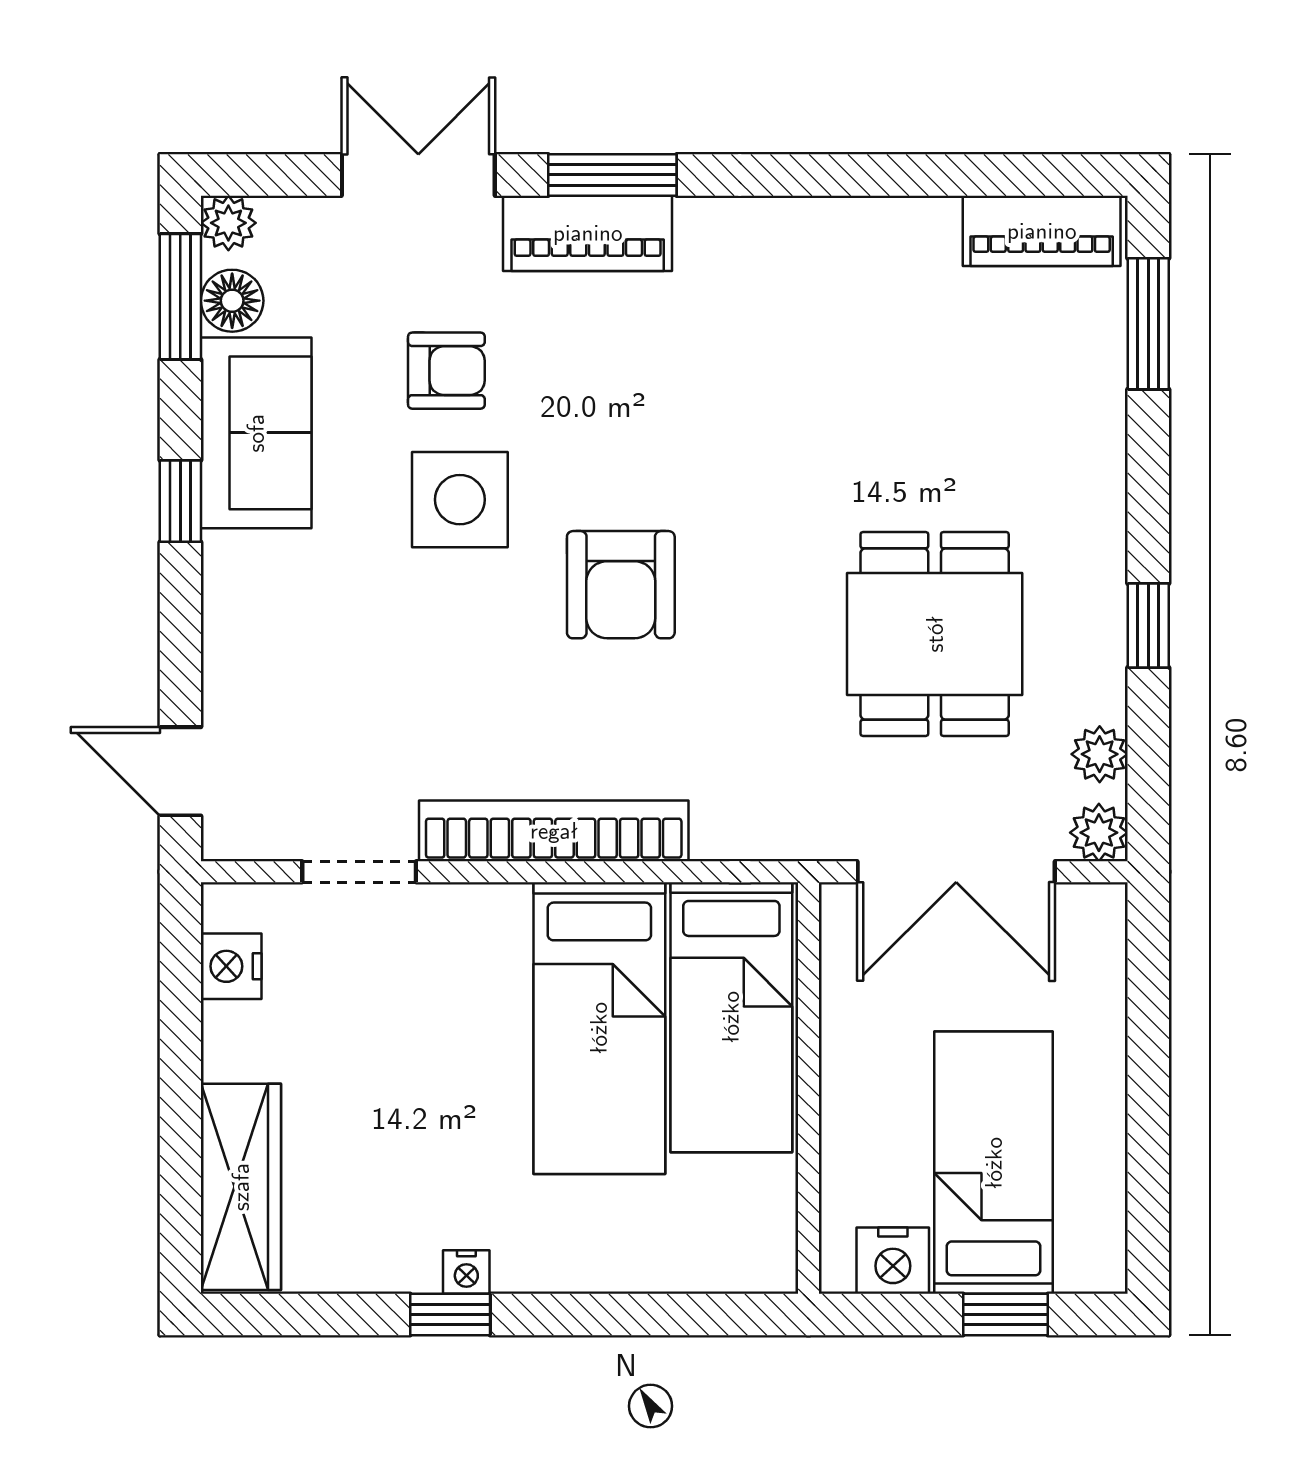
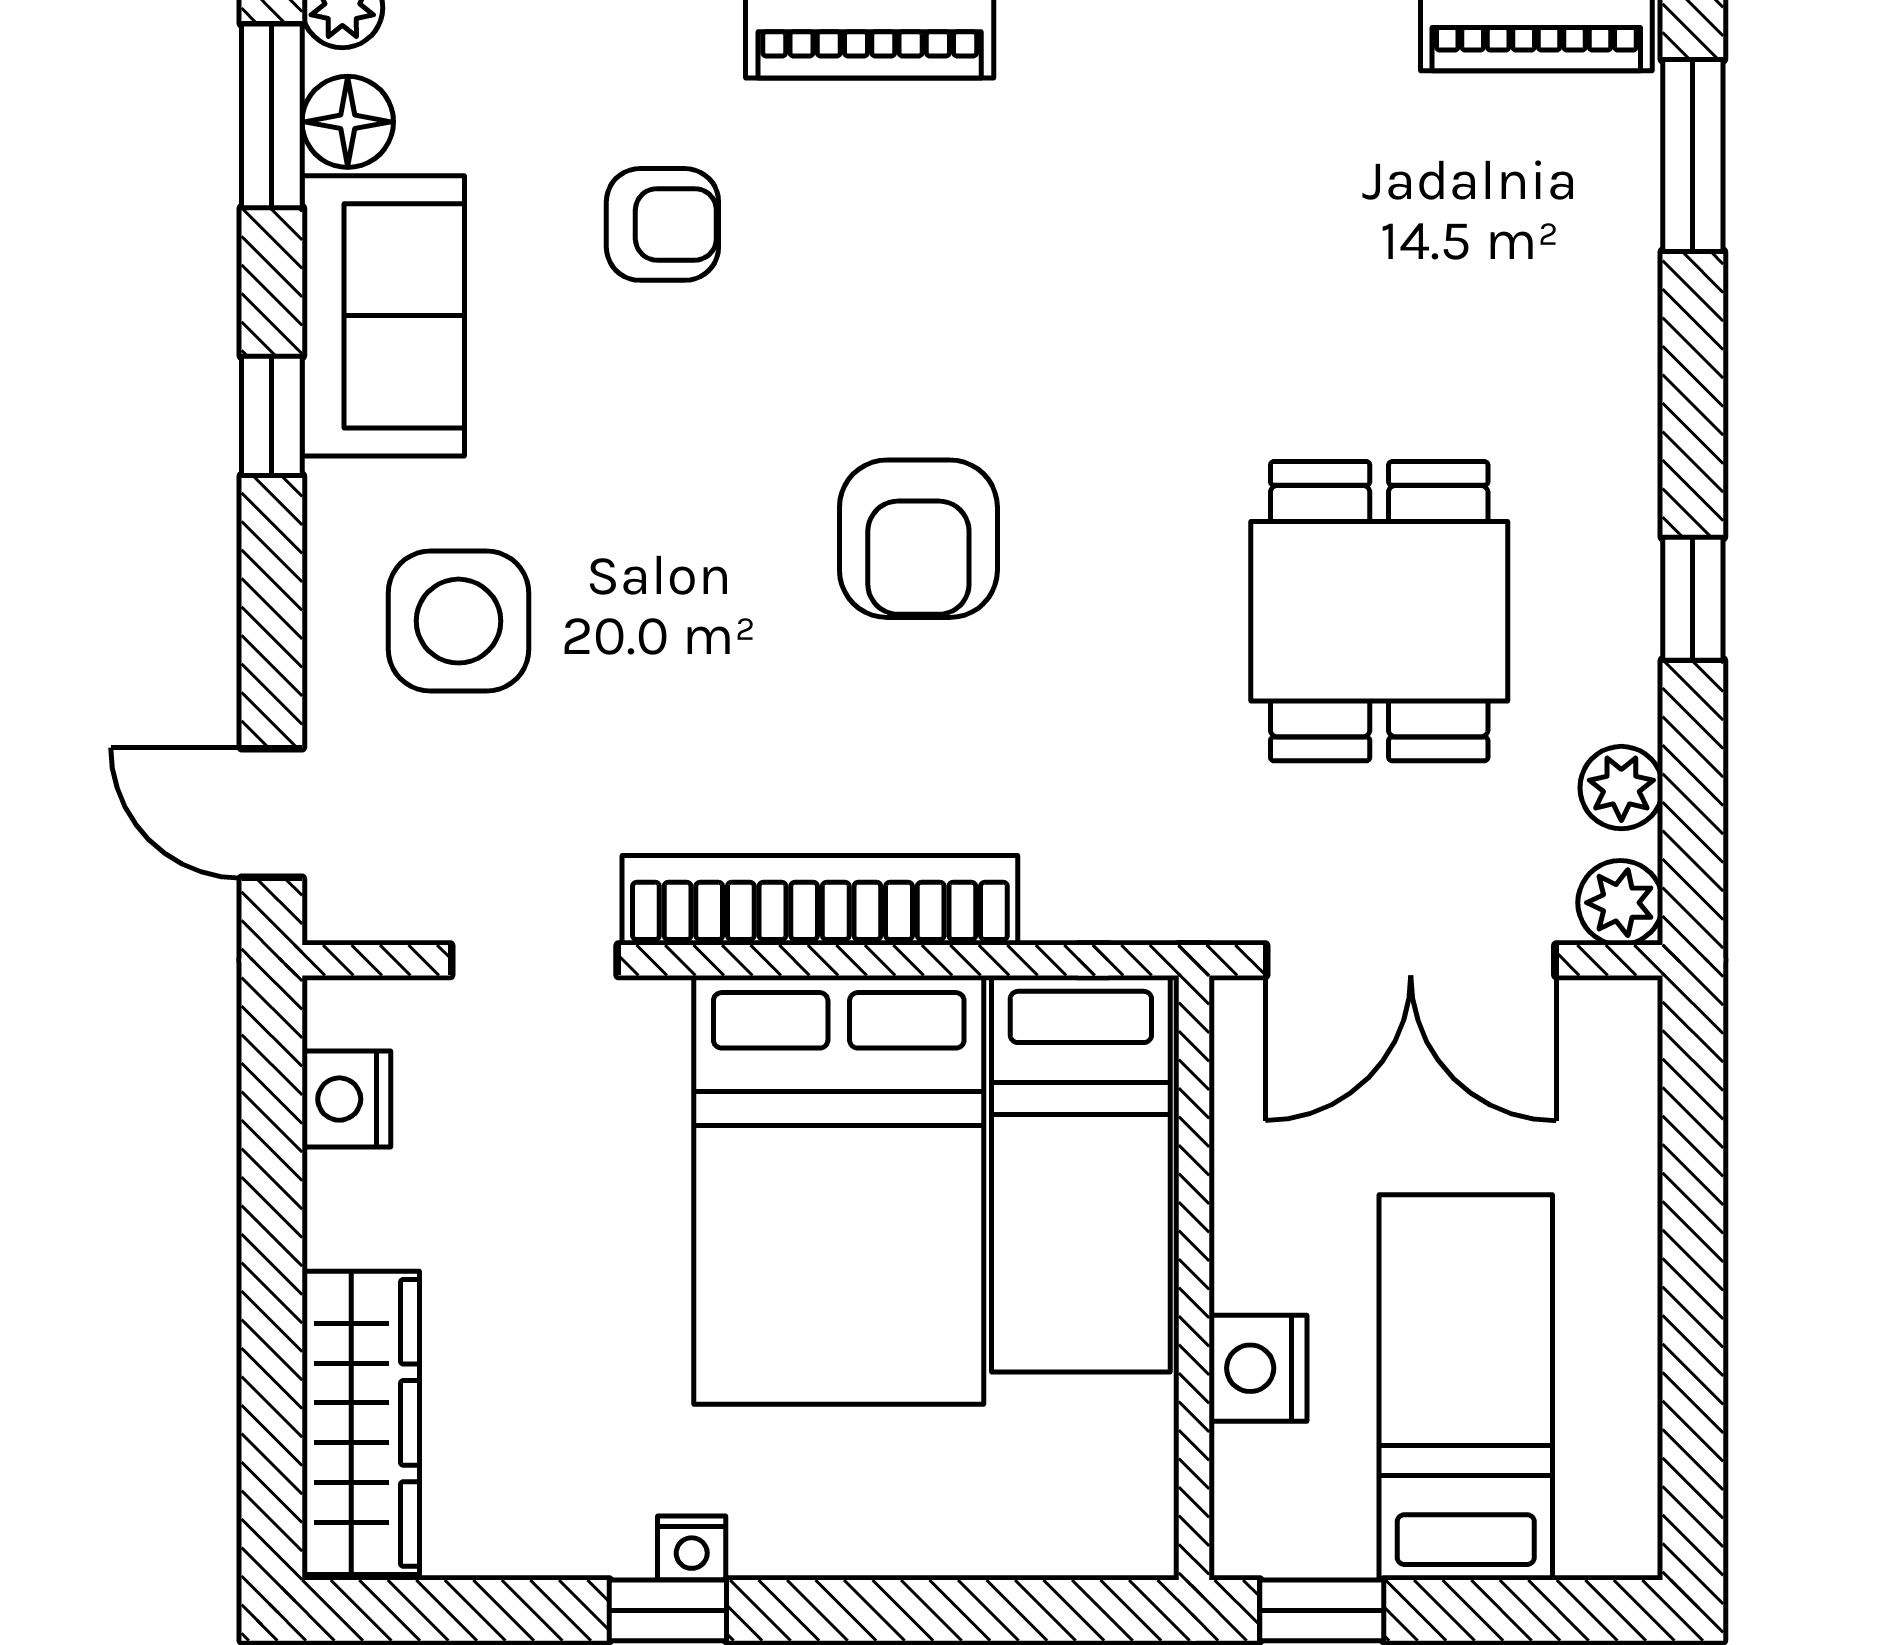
side table: (460, 500) -> (458, 621), moved
bed: (599, 1028) -> (839, 1190), width x1.50
nightstand: (893, 1261) -> (1258, 1368), moved, turned 90
window: (1005, 1314) -> (1322, 1610), moved

